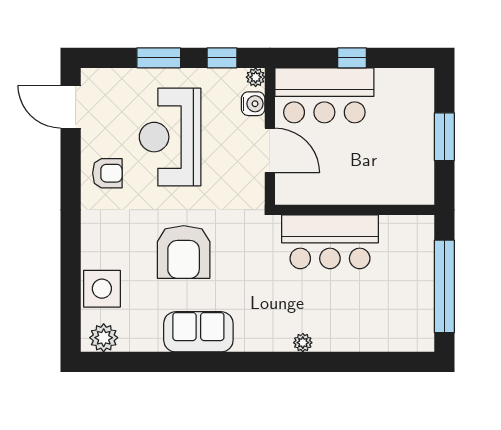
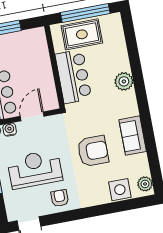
reception desk: (170, 137) -> (35, 169), turned 180
rug: (406, 272) -> (82, 34), added
plant: (303, 343) -> (124, 81), width x1.87, depth x1.87

